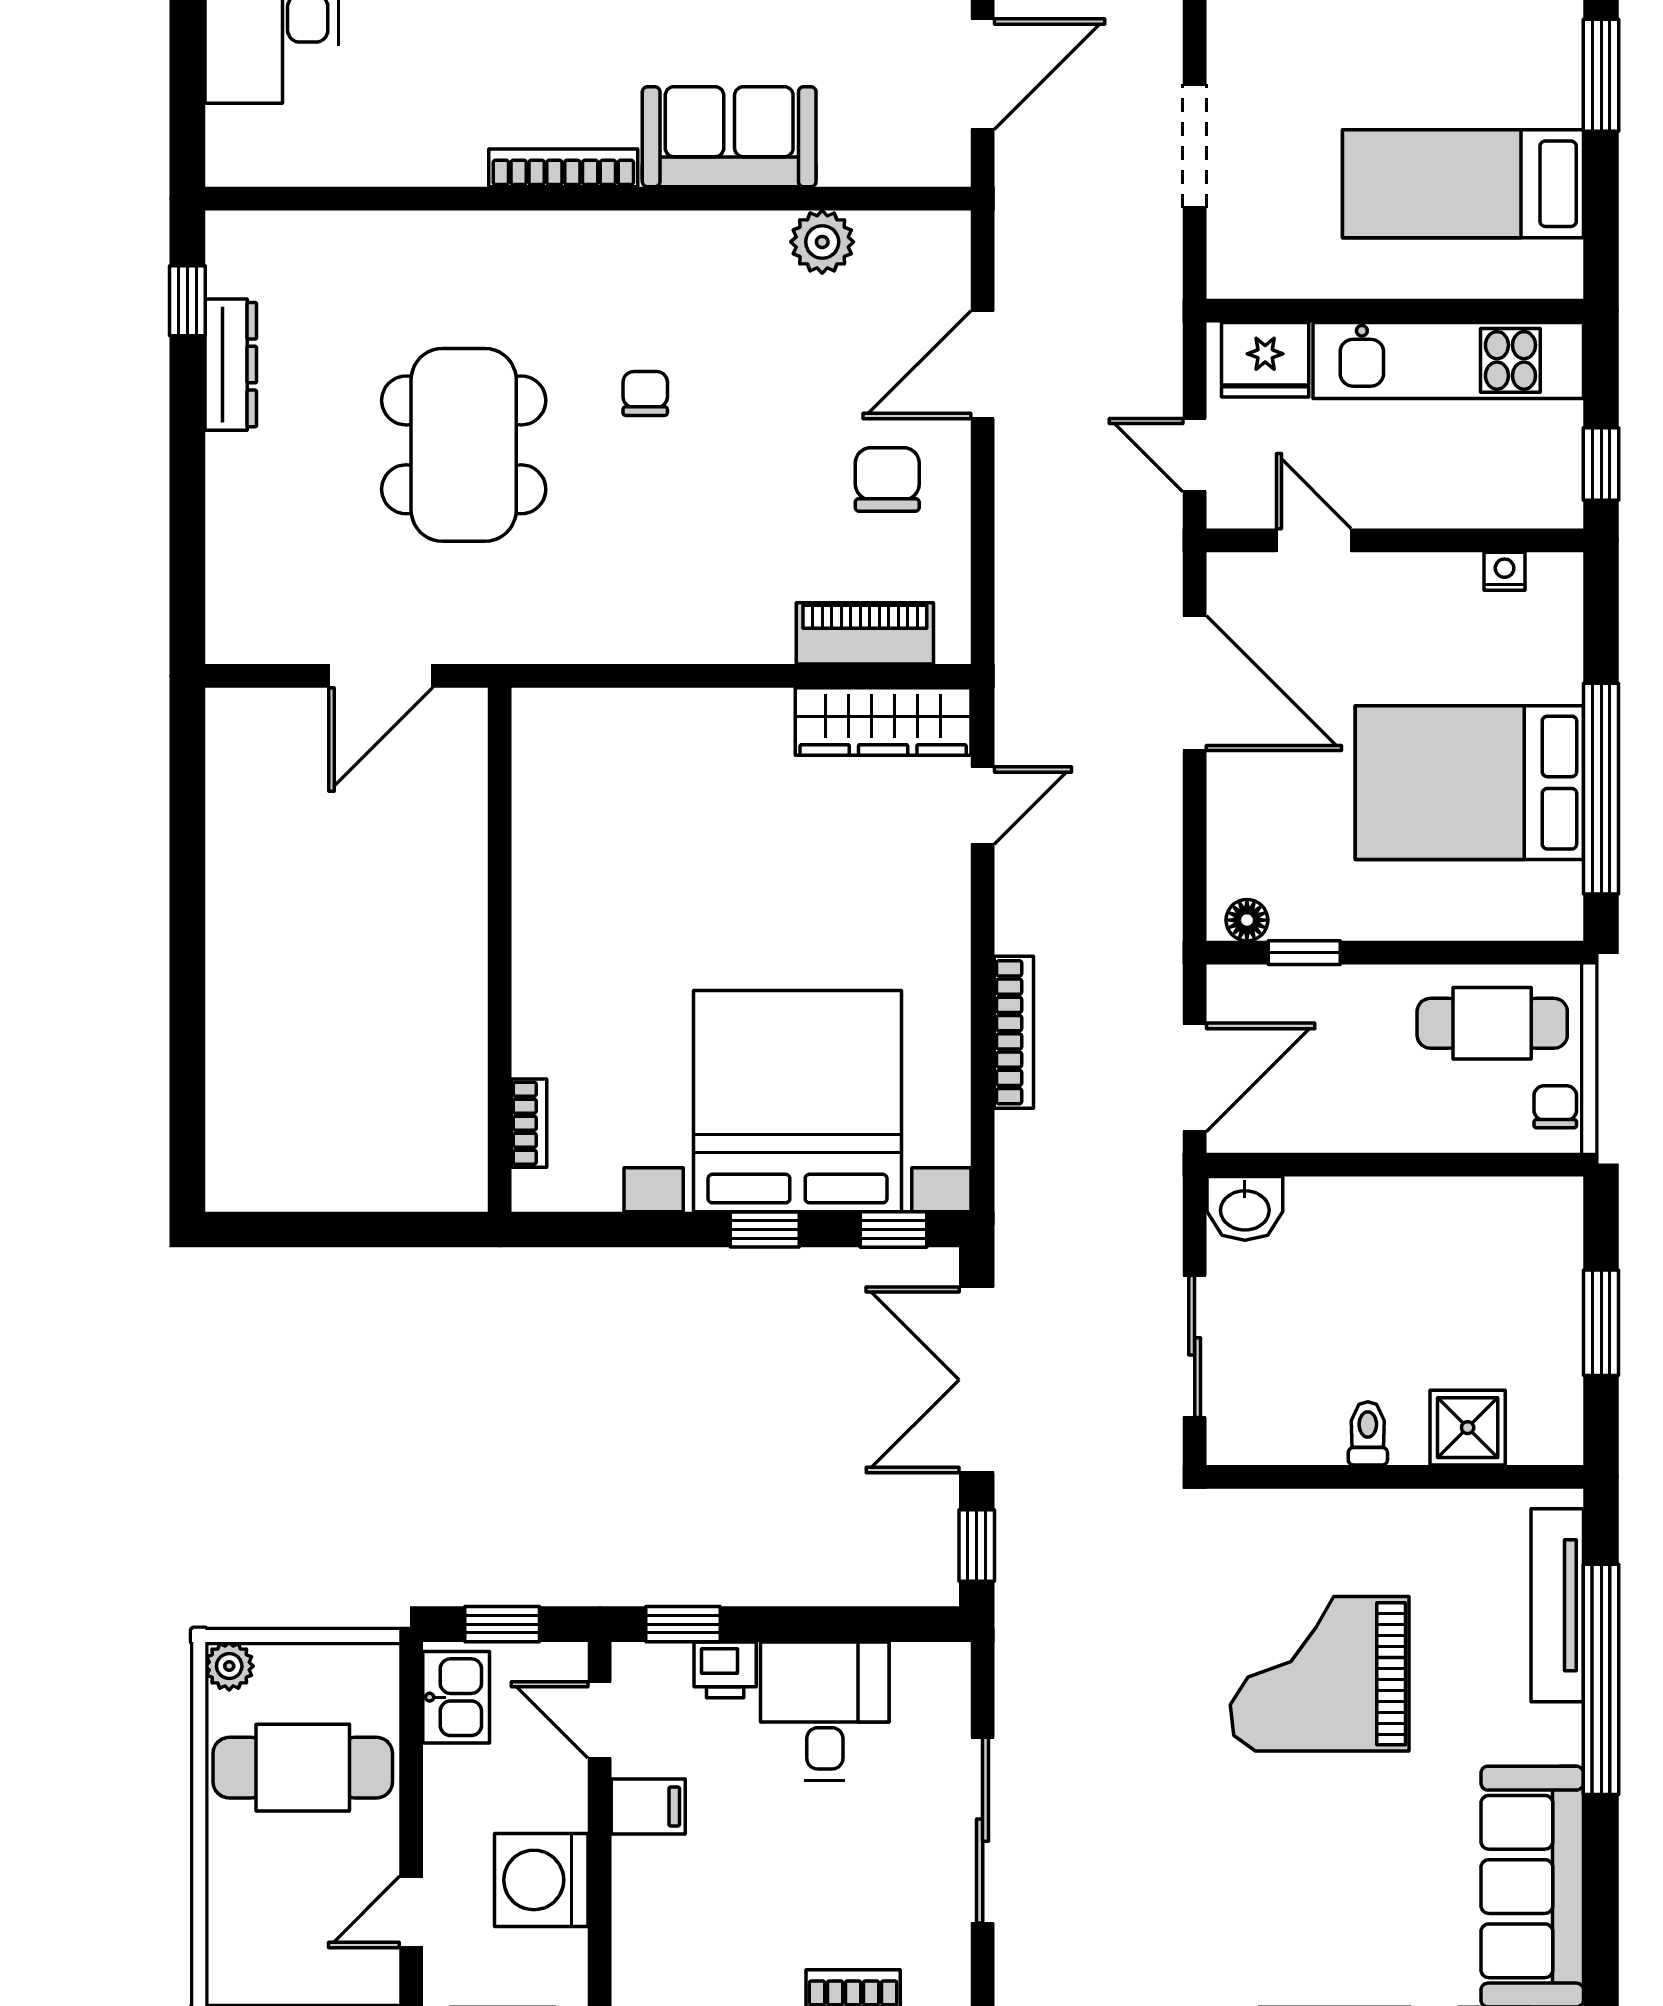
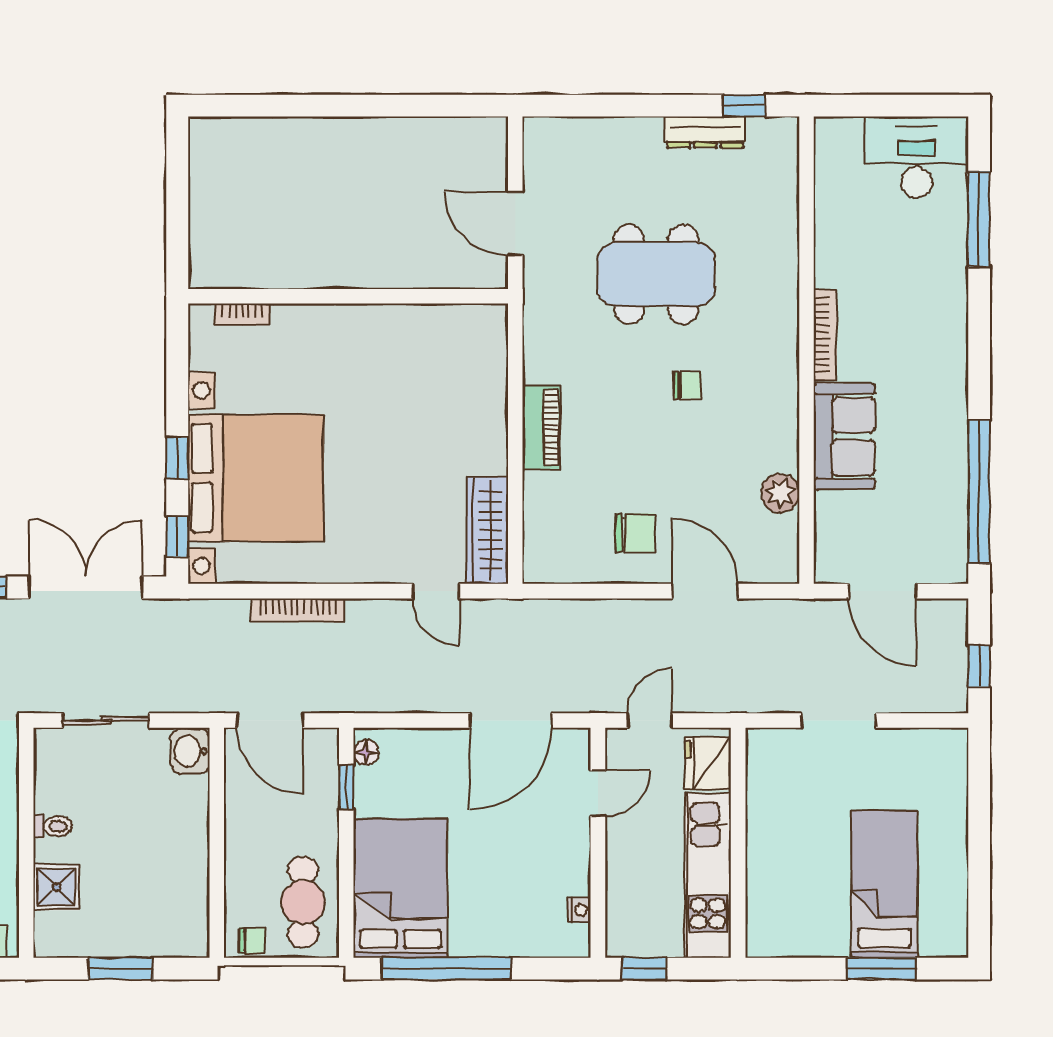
bed: (1463, 184) -> (884, 884), moved
piano: (865, 633) -> (541, 427), moved
bed: (1469, 783) -> (400, 888), moved

